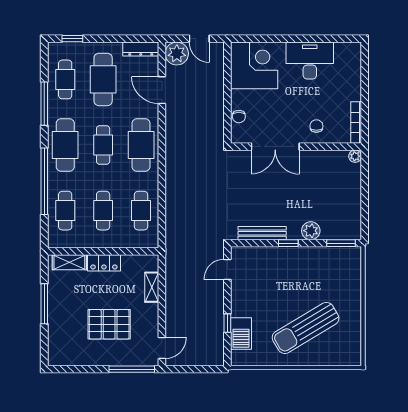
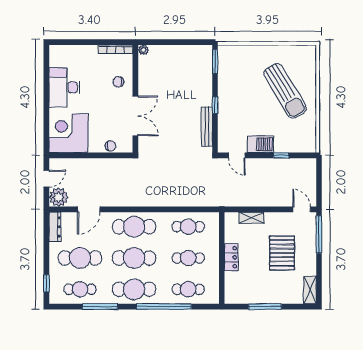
cafe table: (103, 145) -> (134, 258), width x1.37, depth x1.35
plant: (311, 231) -> (205, 87), removed
shelving: (69, 262) -> (310, 290), moved
barbecue: (241, 333) -> (261, 144), moved

